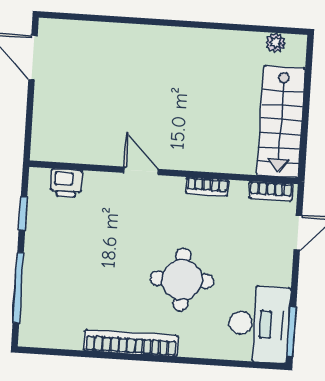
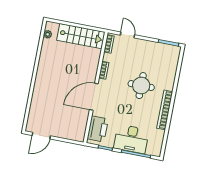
door: (141, 171) -> (94, 97), width x1.88
printer: (66, 183) -> (98, 129), width x1.87, depth x1.48
desk: (259, 324) -> (131, 139), moved, turned 180

